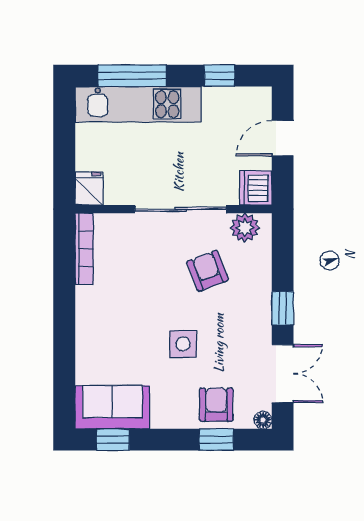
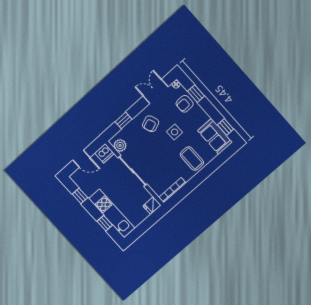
window: (132, 76) -> (105, 223), width x0.46
armchair: (208, 271) -> (151, 124), moved
window: (283, 308) -> (124, 120), moved
coffee table: (110, 333) -> (192, 159), added

